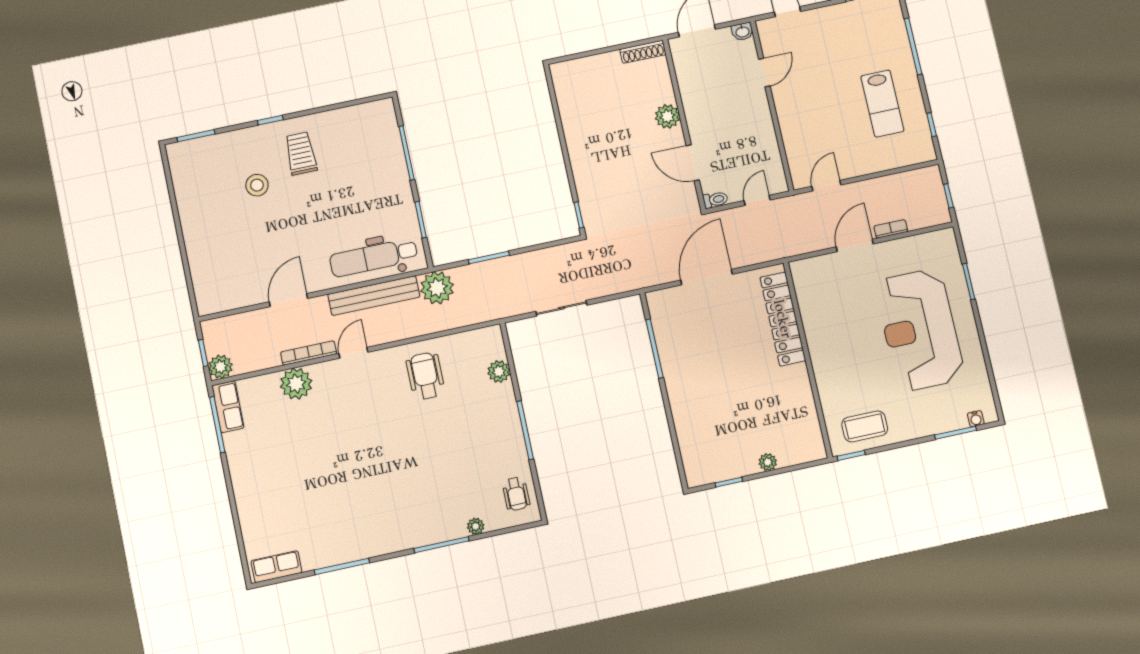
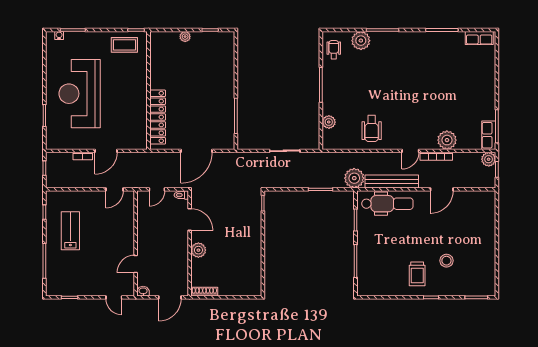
reception desk: (920, 330) -> (80, 94), turned 180
plant: (476, 526) -> (361, 41), width x1.87, depth x1.87

